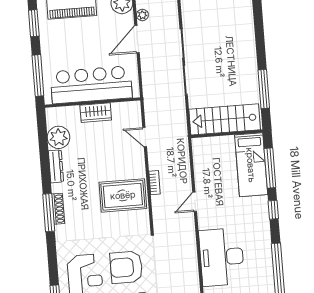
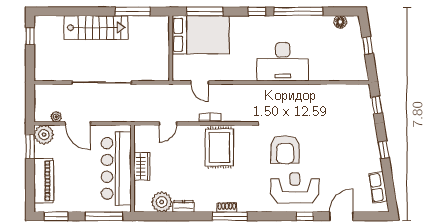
stairs: (225, 119) -> (96, 28), moved, turned -90
bed: (251, 165) -> (201, 35), width x1.50
dresser: (56, 166) -> (183, 206), width x0.70
door: (195, 202) -> (200, 82), moved
shoe rack: (58, 209) -> (227, 207), width x0.70
window: (273, 210) -> (257, 11), moved

